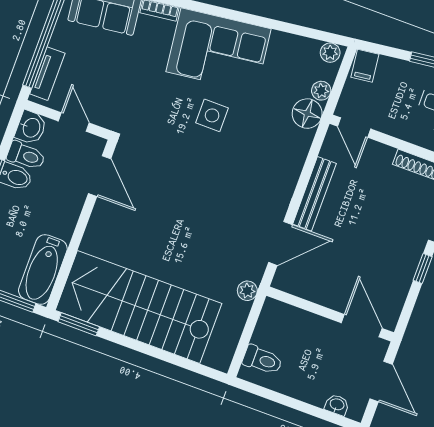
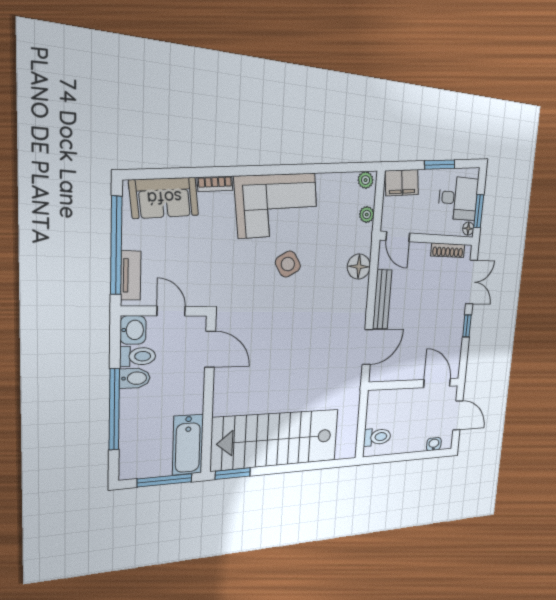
filing cabinet: (365, 66) -> (402, 183), width x2.00
floor lamp: (307, 114) -> (359, 267), moved
side table: (212, 115) -> (288, 264), turned -32
plant: (247, 291) -> (353, 392), removed

